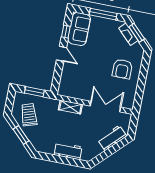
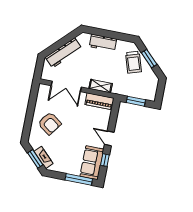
window: (103, 14) -> (79, 179), moved
armchair: (122, 69) -> (49, 123), turned 126
piano: (72, 91) -> (99, 101), added
trolley: (29, 115) -> (133, 62), moved
workbench: (112, 138) -> (64, 53), width x1.38

